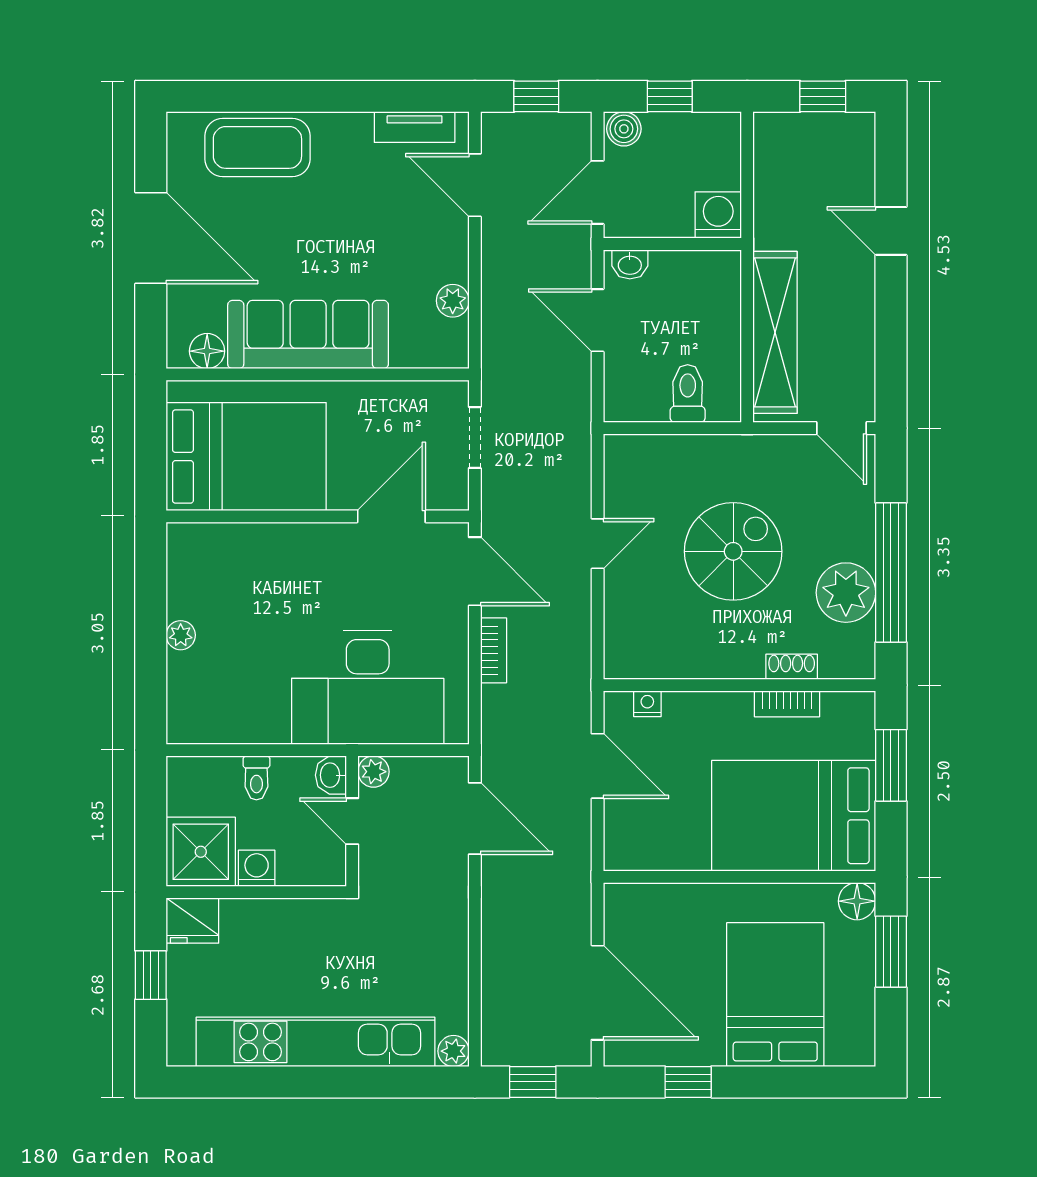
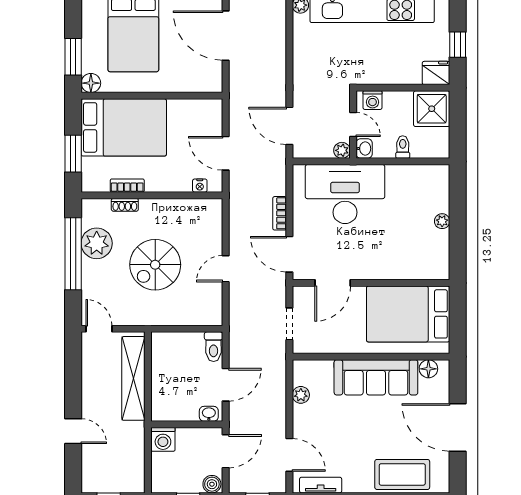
door: (598, 320) -> (226, 385), hinge flipped
toilet: (688, 393) -> (214, 347), moved
washing machine: (257, 868) -> (373, 100), moved

